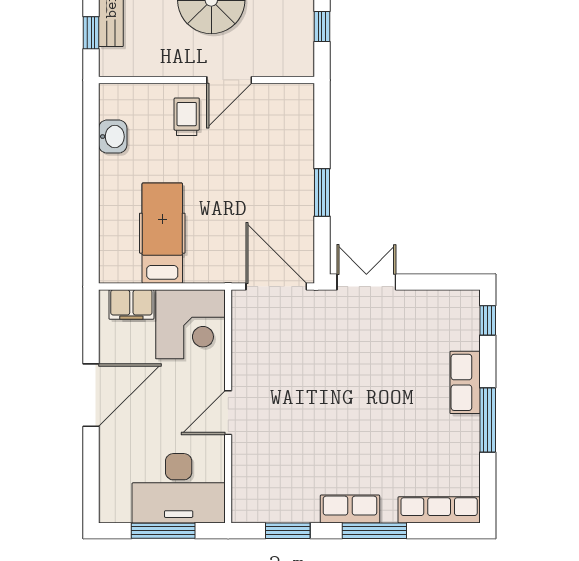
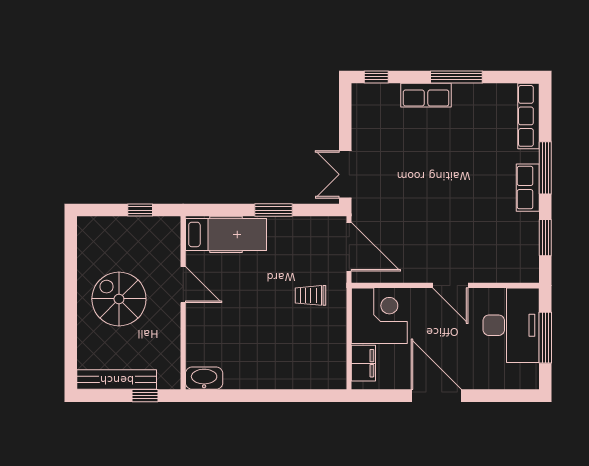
trolley: (187, 117) -> (310, 295), moved
washbasin: (113, 137) -> (204, 378), moved, width x1.38
hospital bed: (162, 233) -> (226, 234), moved, turned 180
door: (276, 287) -> (349, 247), swing flipped

